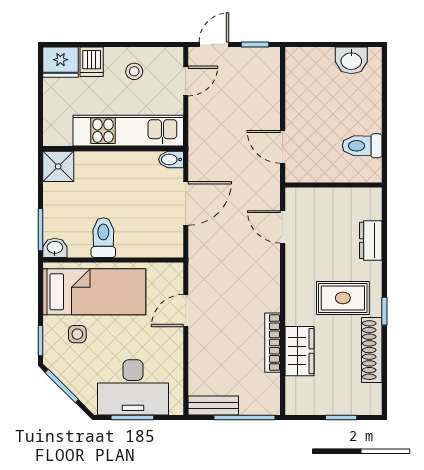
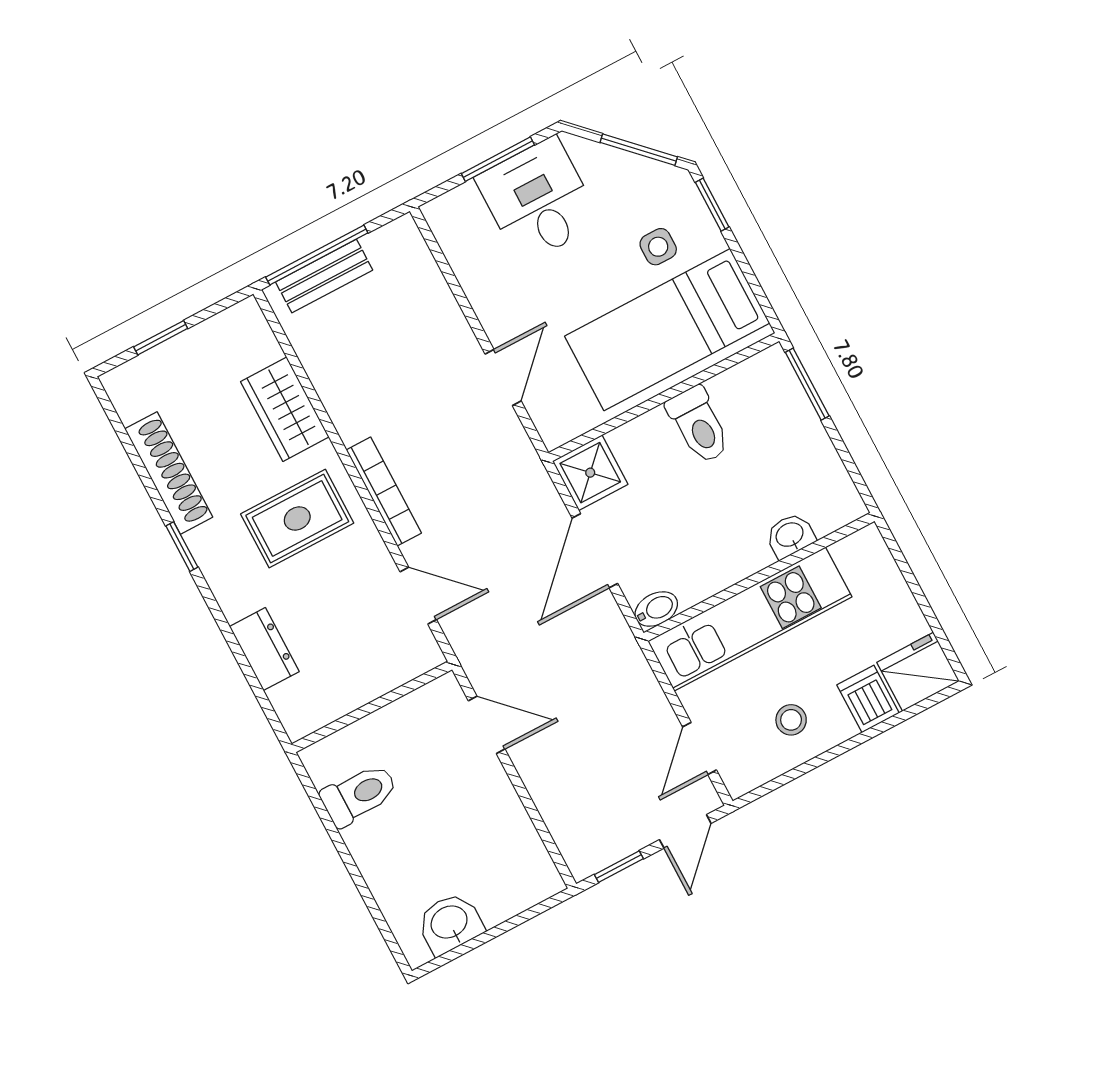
shower: (58, 166) -> (590, 473), moved
washbasin: (55, 248) -> (790, 535), moved, turned 180
rug: (343, 298) -> (297, 519), moved
bookcase: (273, 343) -> (384, 492), moved
desk: (133, 387) -> (538, 200), width x0.73
bench: (213, 405) -> (324, 276), moved

